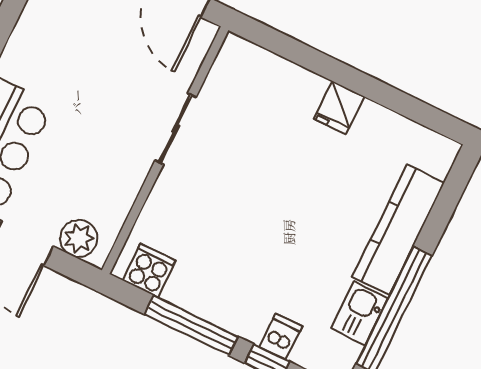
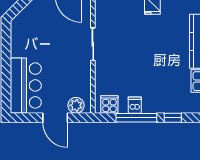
dishwasher: (281, 337) -> (135, 105), moved

